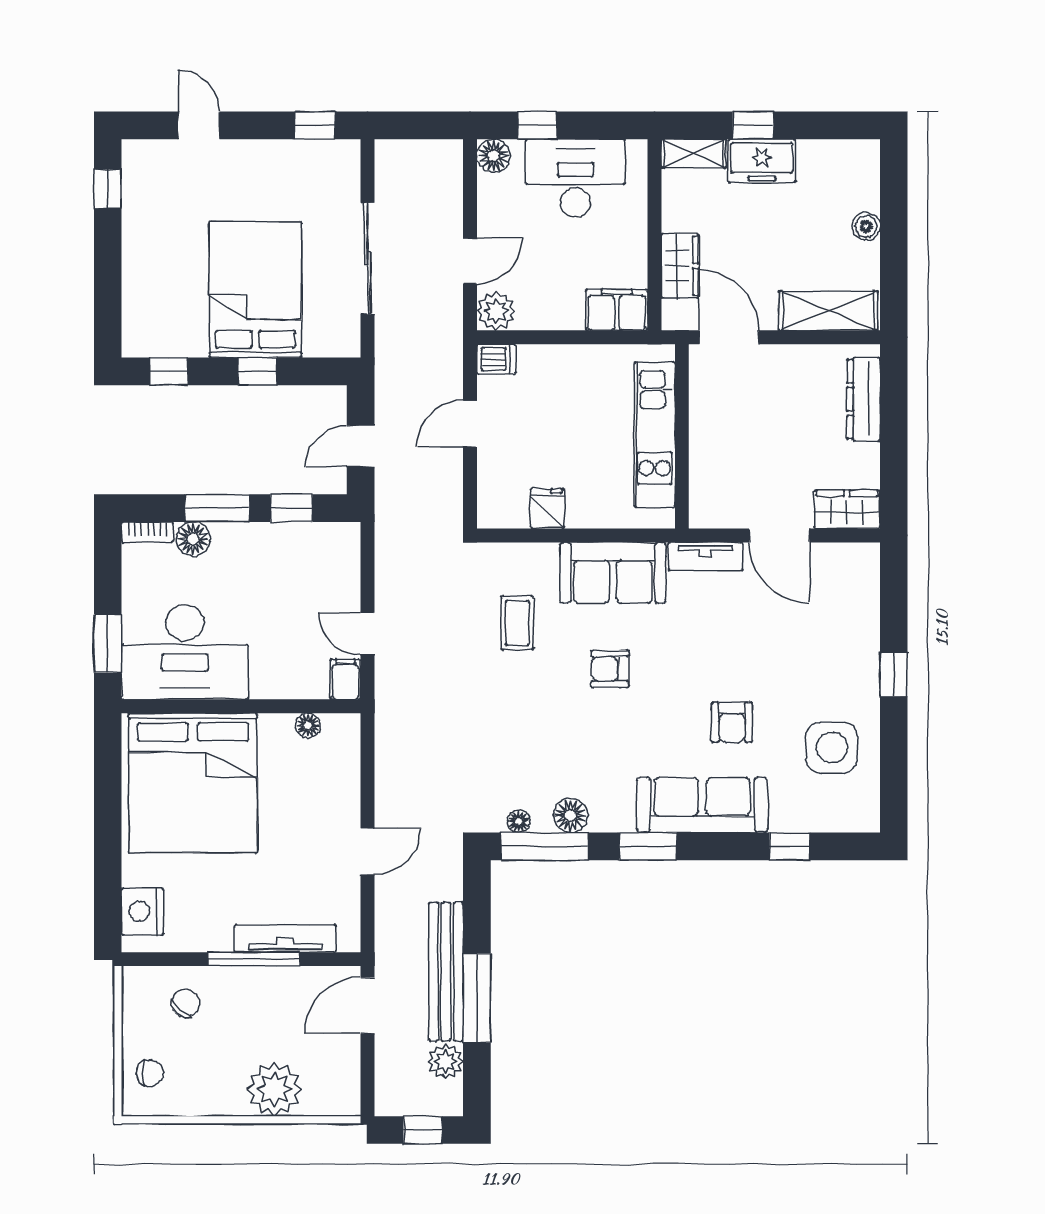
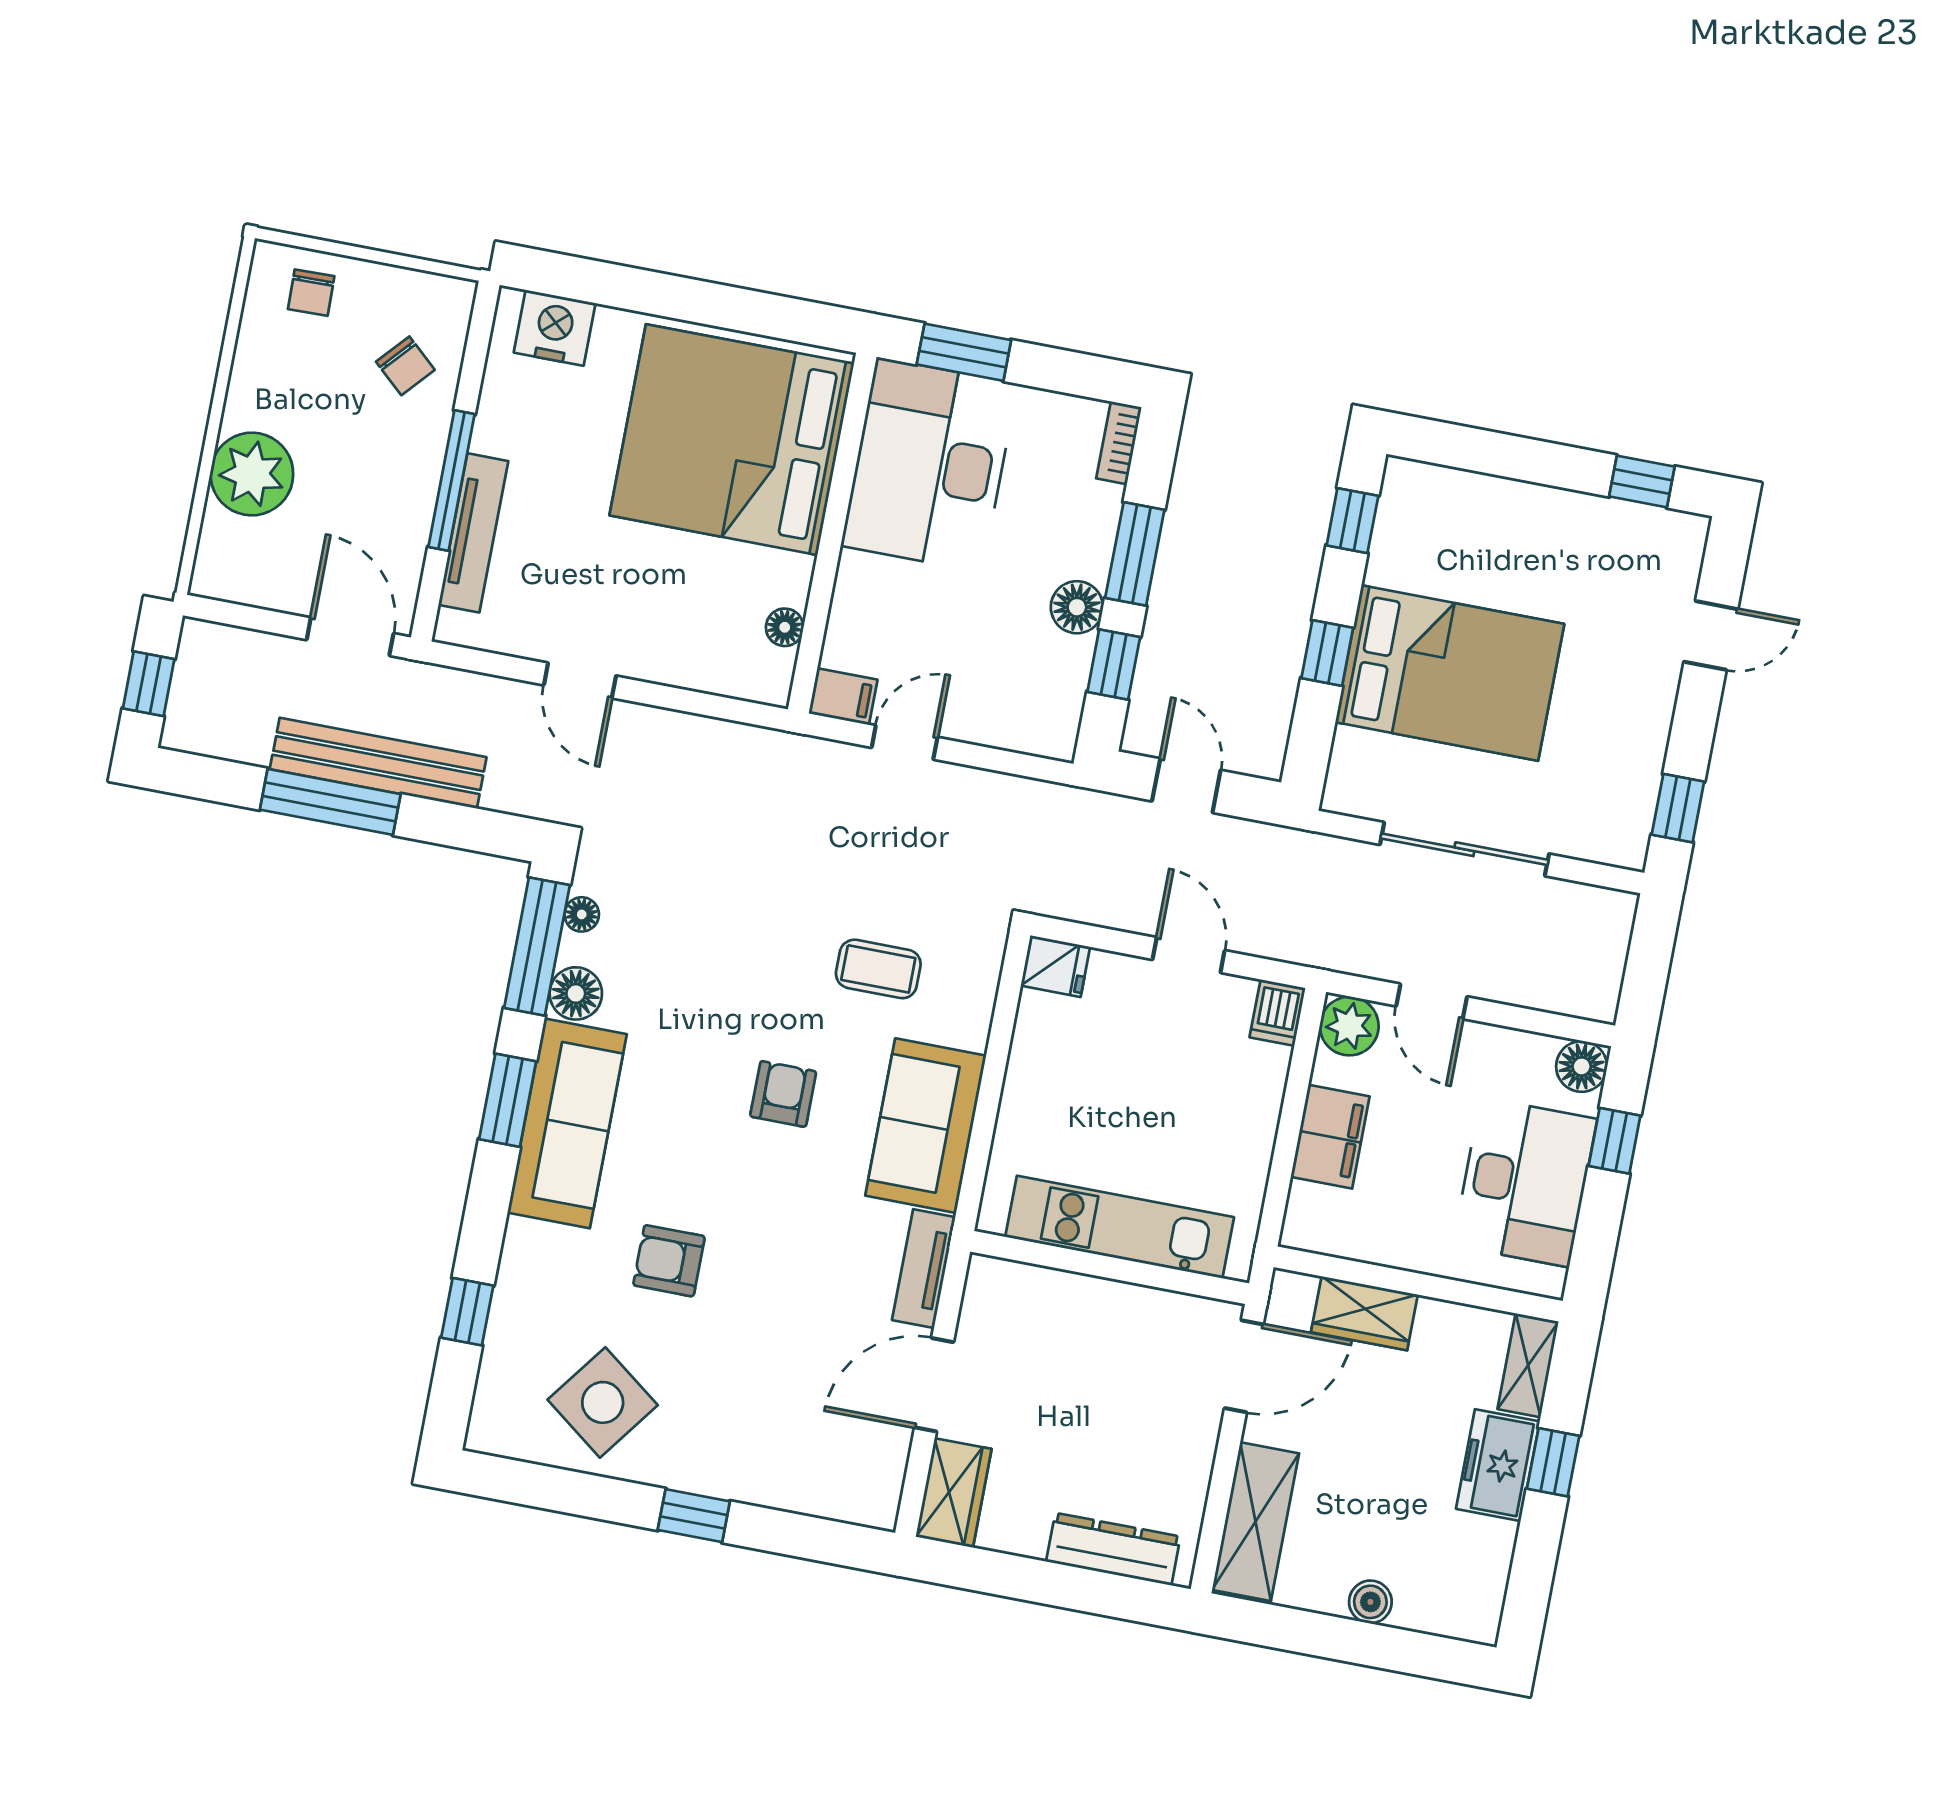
filing cabinet: (617, 310) -> (1330, 1137), moved
fridge: (548, 508) -> (1055, 966), moved
floor lamp: (193, 539) -> (1077, 607), moved
side table: (832, 748) -> (603, 1402), turned 37
sofa: (702, 805) -> (567, 1123), moved
plant: (446, 1061) -> (244, 737), removed

